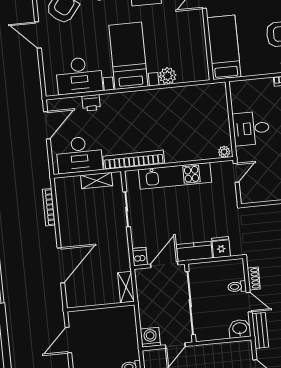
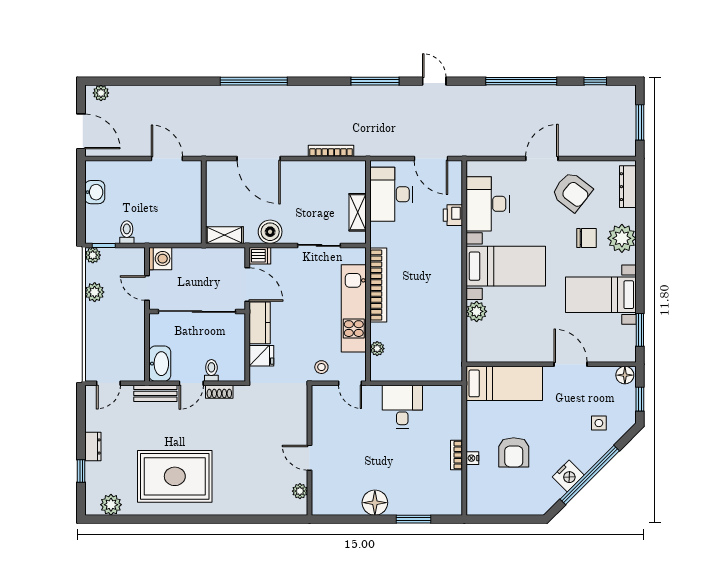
plant: (224, 152) -> (377, 349), moved
bookcase: (134, 160) -> (378, 285), moved
stool: (225, 197) -> (321, 367), added
boiler: (120, 250) -> (270, 232), added
washbasin: (240, 329) -> (160, 364), width x1.38

